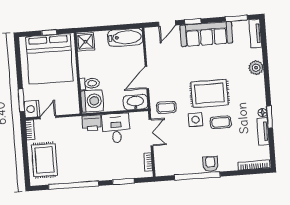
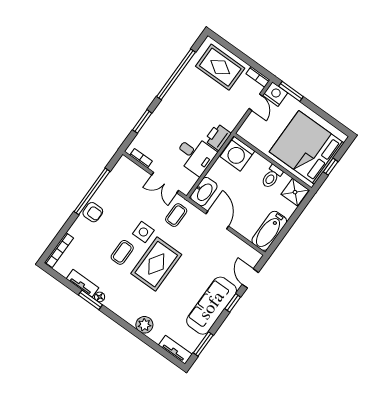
toilet: (90, 83) -> (272, 177), moved

